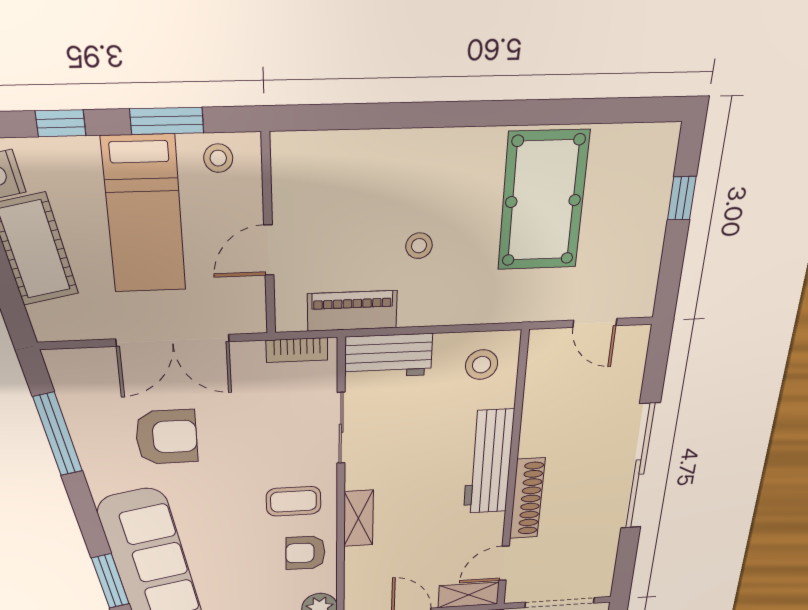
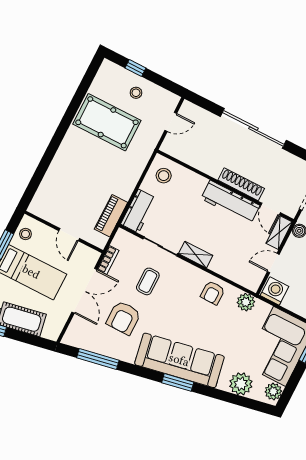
stool: (419, 246) -> (136, 93), moved
bookcase: (297, 350) -> (108, 260), moved
armchair: (166, 437) -> (124, 318), turned 180
workbench: (489, 462) -> (230, 202), moved
coffee table: (294, 501) -> (148, 281), moved
shelving: (358, 518) -> (196, 255), moved

